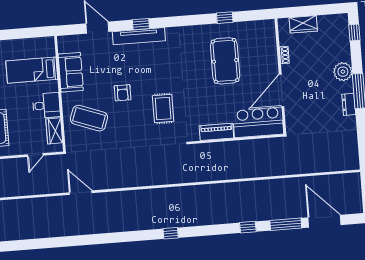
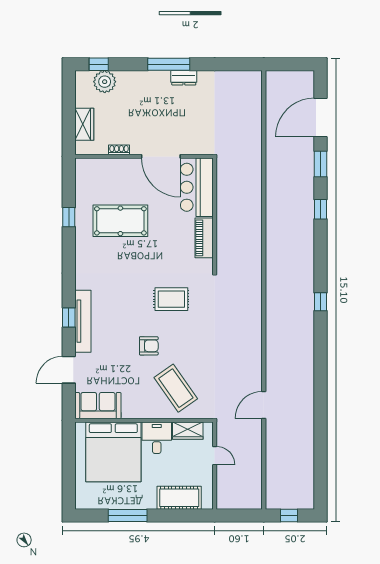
bed: (32, 70) -> (113, 452), width x2.04
sofa: (71, 72) -> (98, 406), moved
plant: (343, 72) -> (105, 82), moved
coffee table: (89, 118) -> (176, 388), turned -55
window: (286, 224) -> (321, 164), width x0.69

